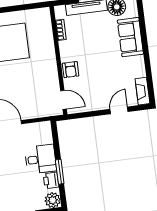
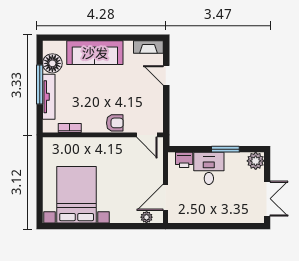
sofa: (130, 37) -> (95, 53), width x1.36
door: (64, 100) -> (147, 135), swing flipped
printer: (51, 180) -> (184, 160), moved

